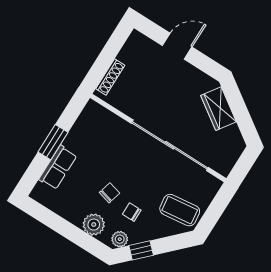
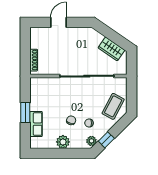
wardrobe: (219, 109) -> (111, 49), moved
coffee table: (180, 210) -> (113, 106), turned -55
plant: (94, 225) -> (63, 142), moved

